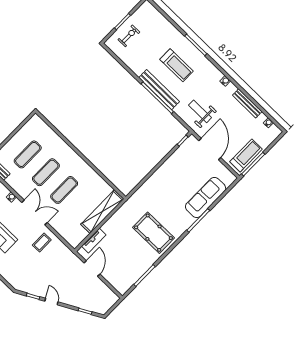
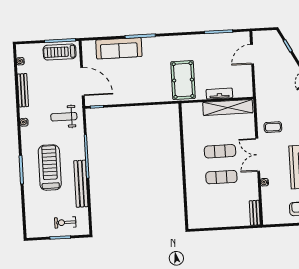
treadmill: (177, 65) -> (50, 168), width x1.37, depth x1.38
bench: (159, 90) -> (81, 184), moved
weight bench: (200, 111) -> (64, 117), turned 90
door: (210, 149) -> (82, 82), swing flipped
exercise mat: (28, 154) -> (223, 203), removed
shelving: (102, 212) -> (228, 108), moved
pool table: (153, 233) -> (183, 80), moved
tv unit: (94, 241) -> (219, 94), moved
door: (92, 269) -> (252, 54), moved

